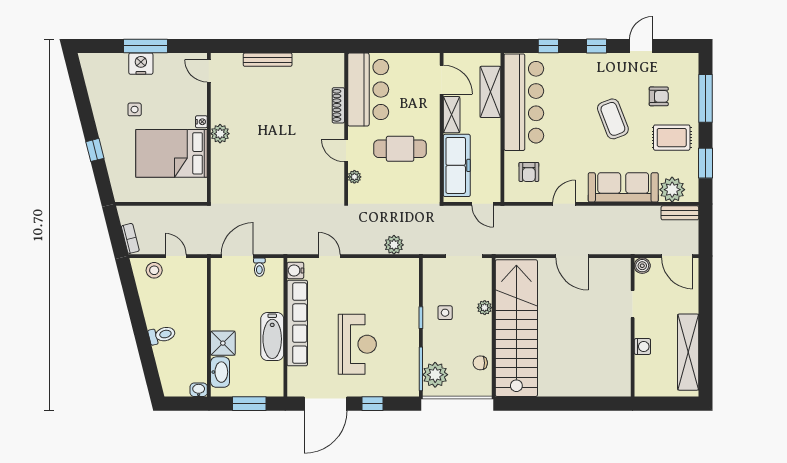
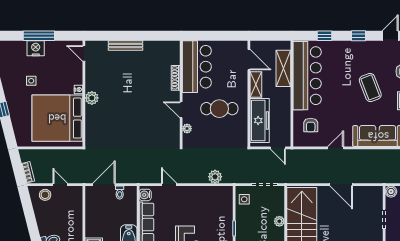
bed: (172, 153) -> (57, 118), width x1.36
side table: (445, 313) -> (244, 199), moved

